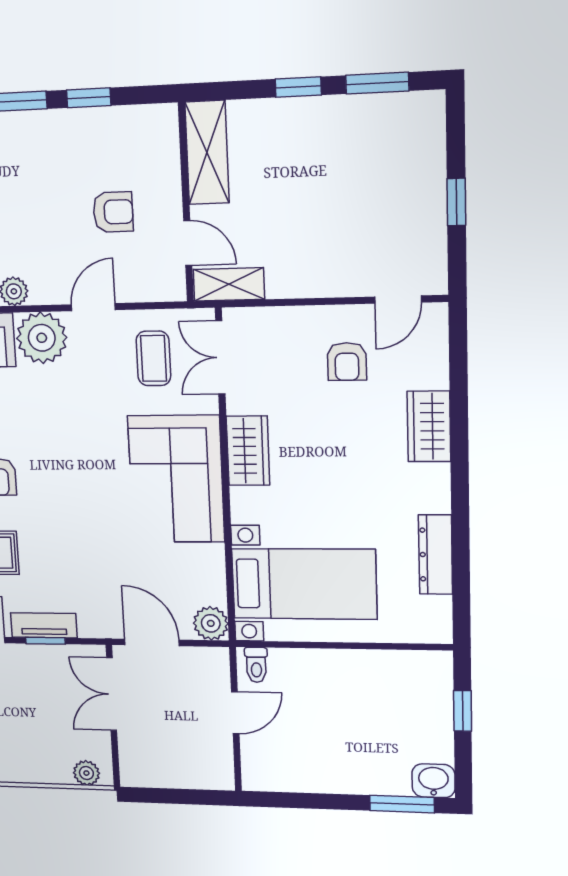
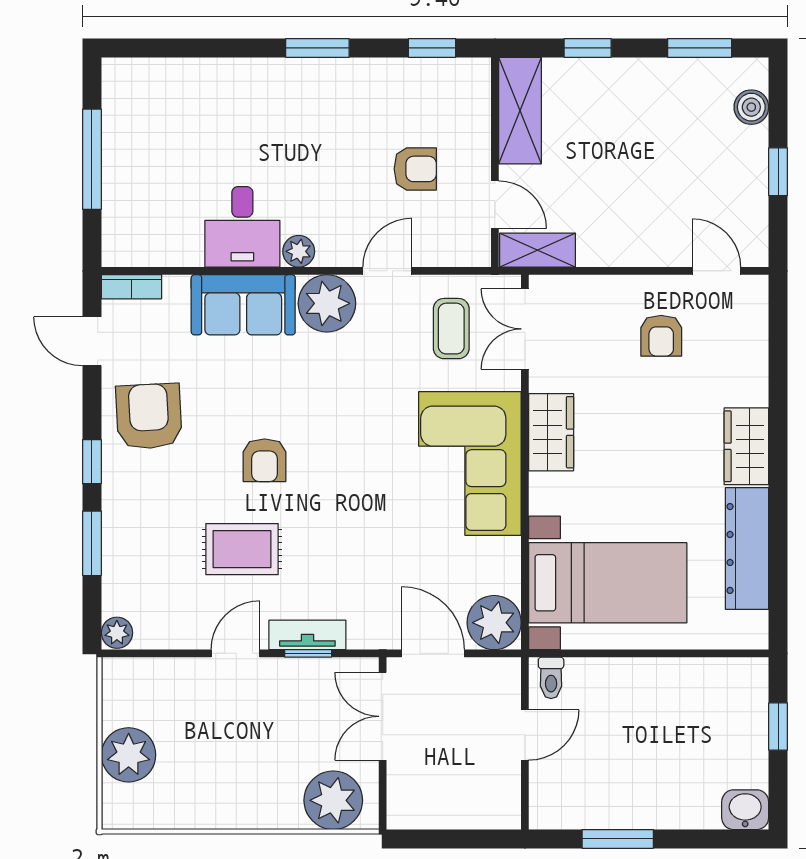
window: (298, 87) -> (588, 48), moved
window: (89, 98) -> (432, 48), moved
boiler: (429, 140) -> (751, 107), added
door: (398, 300) -> (716, 271), swing flipped
wardrobe: (429, 426) -> (746, 446), moved
dresser: (435, 555) -> (747, 548), width x1.37, depth x1.24
plant: (211, 623) -> (494, 623), width x1.36, depth x1.36
plant: (86, 773) -> (333, 800), width x1.88, depth x1.88
window: (402, 804) -> (618, 839), moved

